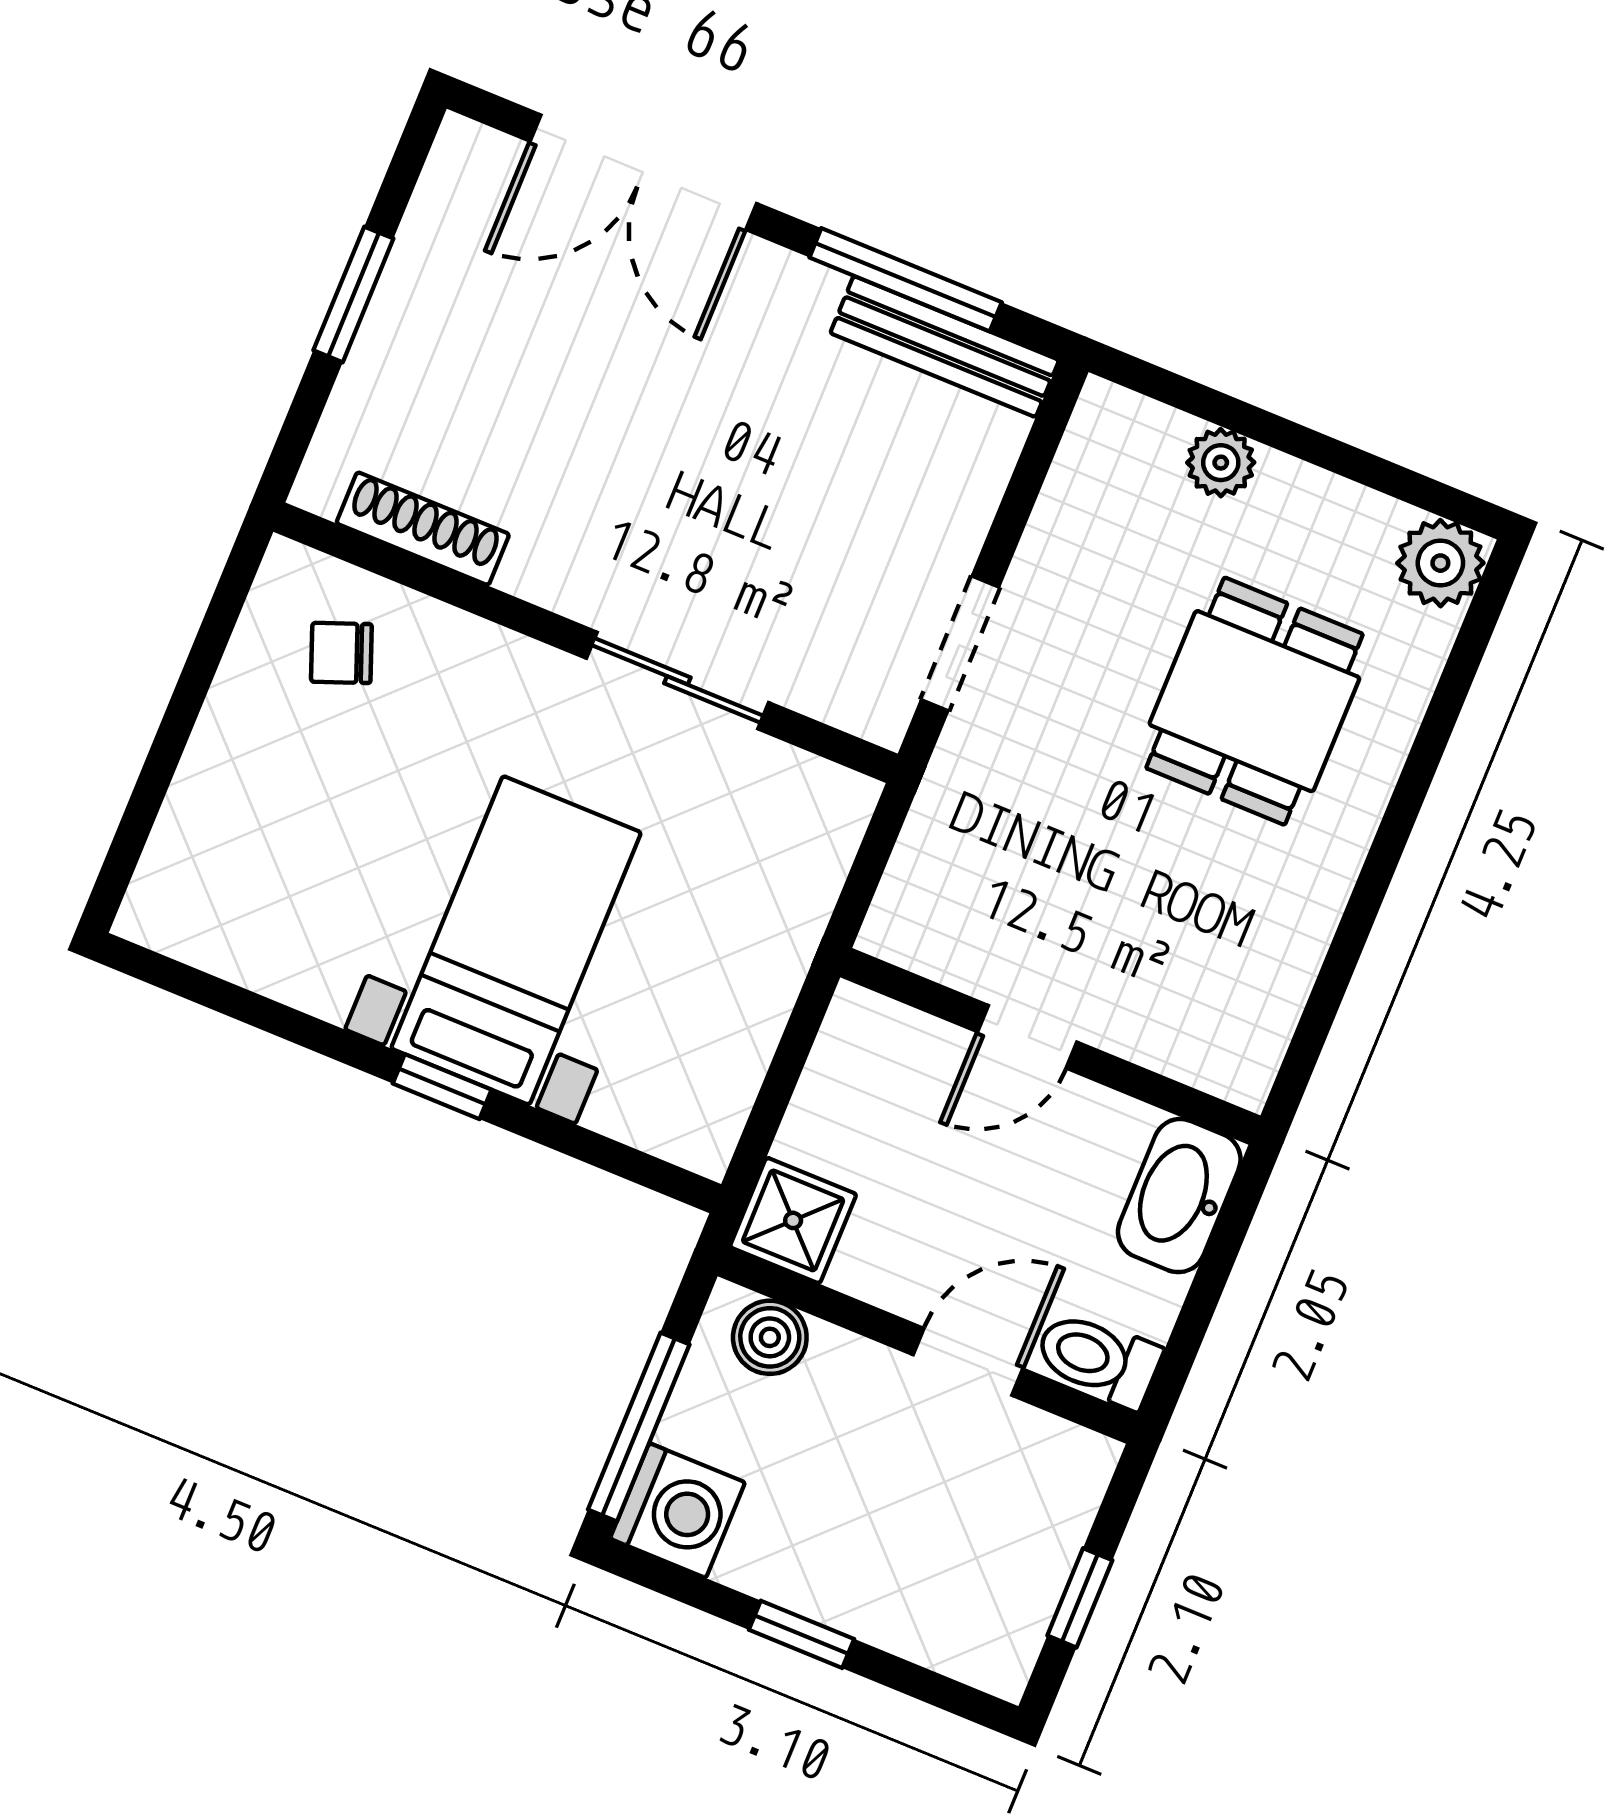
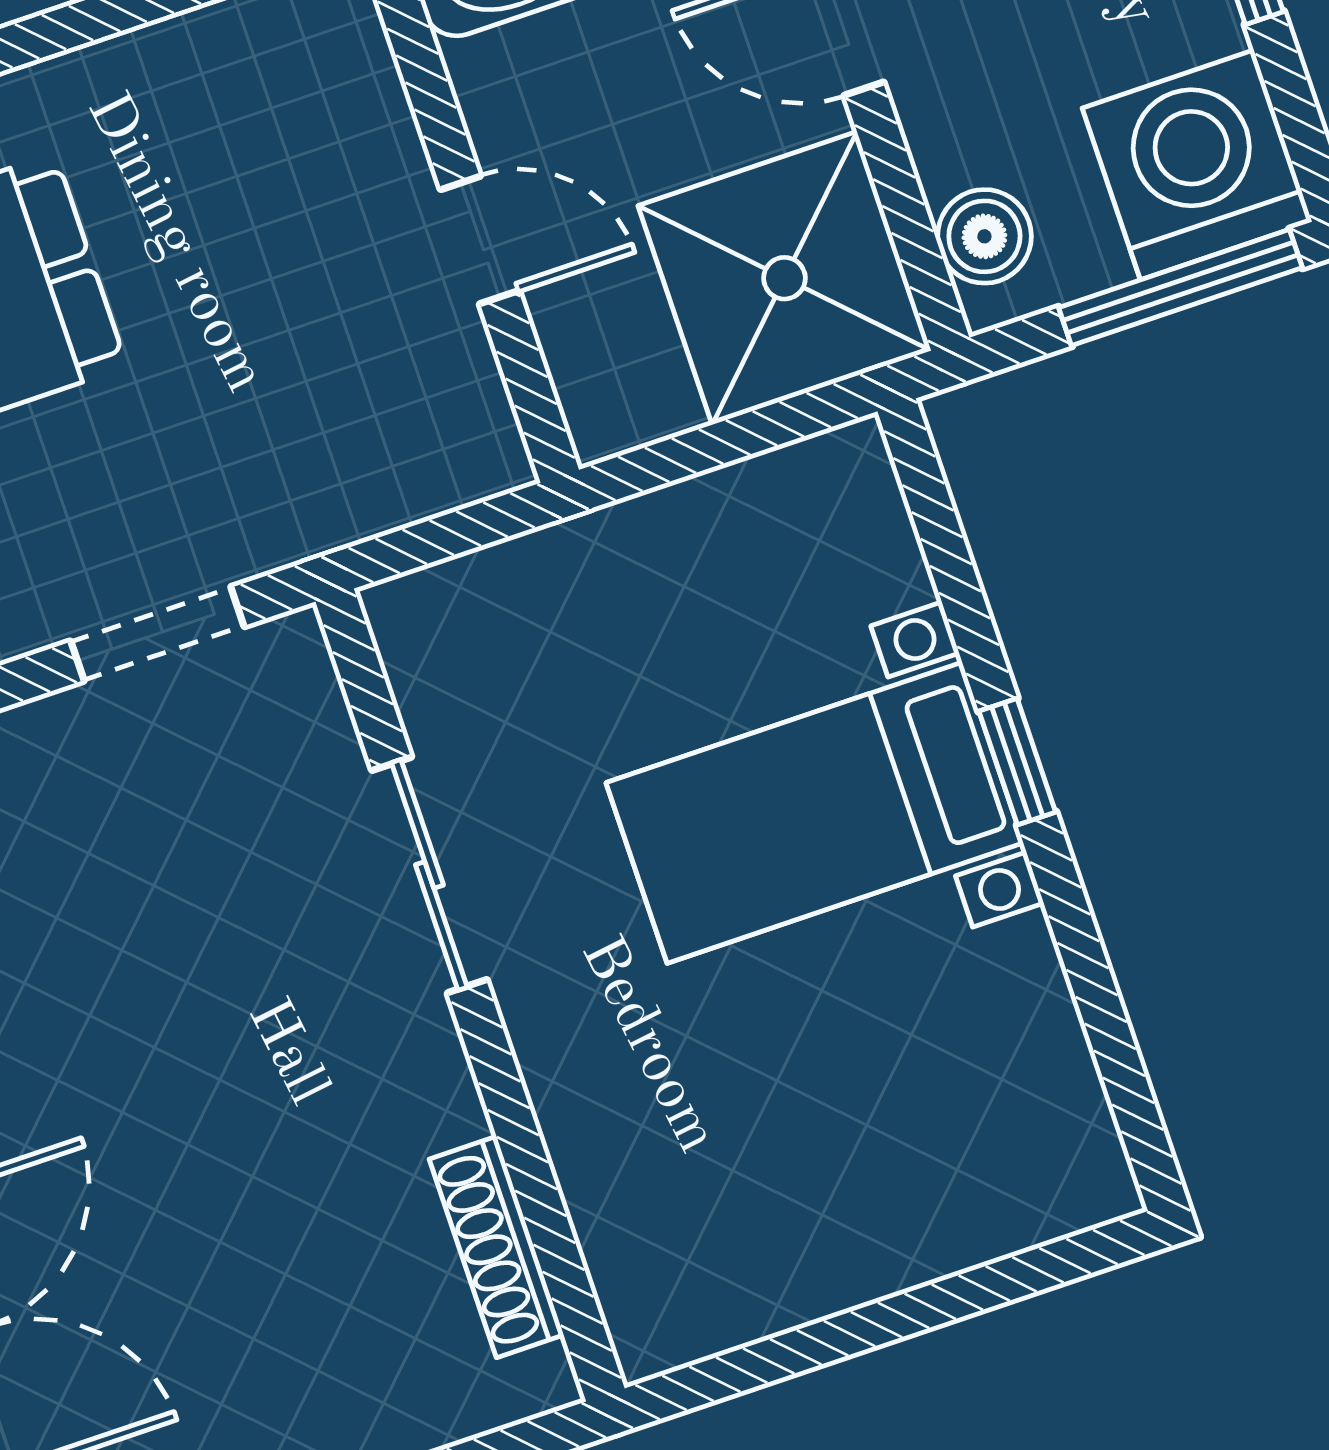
chair: (341, 653) -> (684, 1221), removed
shower: (793, 1220) -> (785, 278), width x1.86, depth x1.86
washing machine: (678, 1510) -> (1197, 165), width x1.37, depth x1.37

